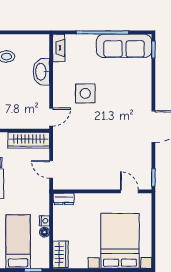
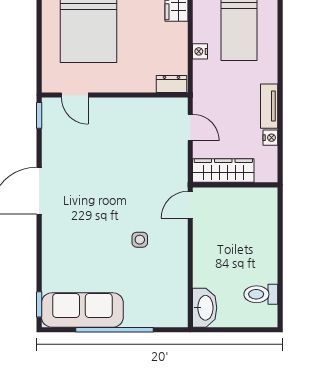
fireplace: (59, 48) -> (179, 307), removed
washbasin: (41, 72) -> (205, 308), moved
side table: (85, 93) -> (140, 240), width x0.54, depth x0.54
floor lamp: (44, 232) -> (200, 35), removed

